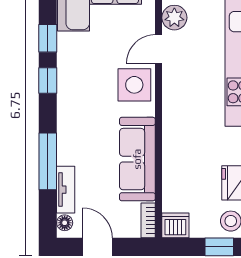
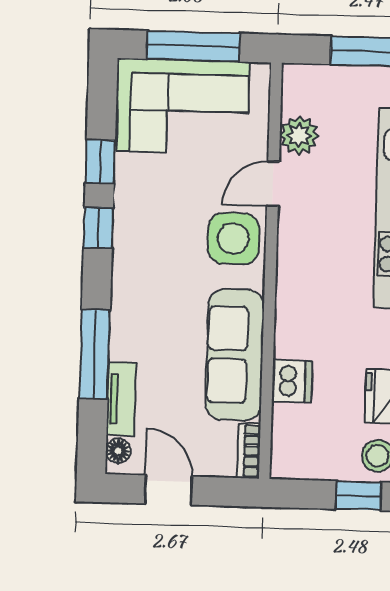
dishwasher: (175, 225) -> (292, 381), moved, turned 90

